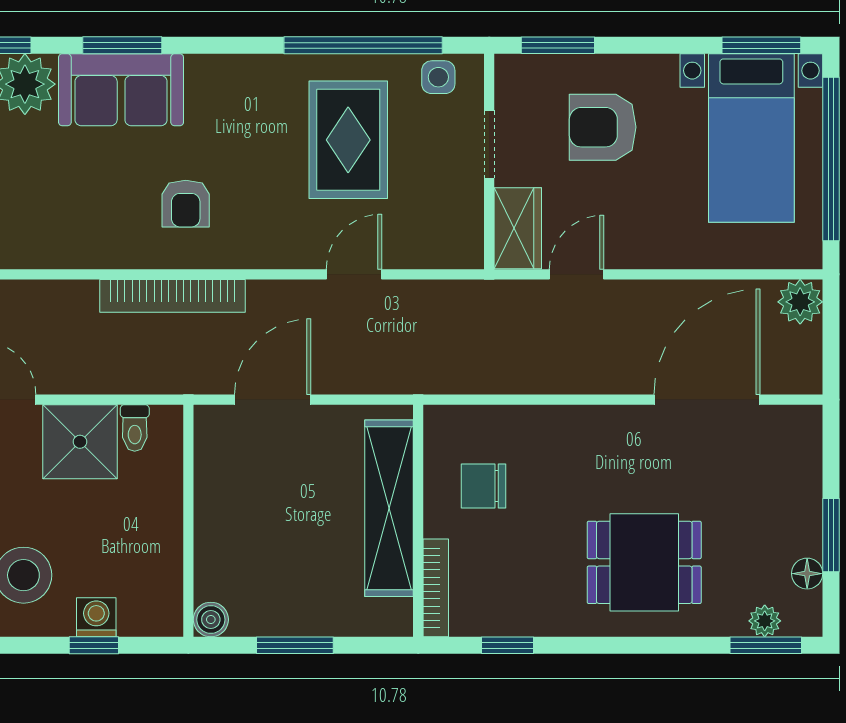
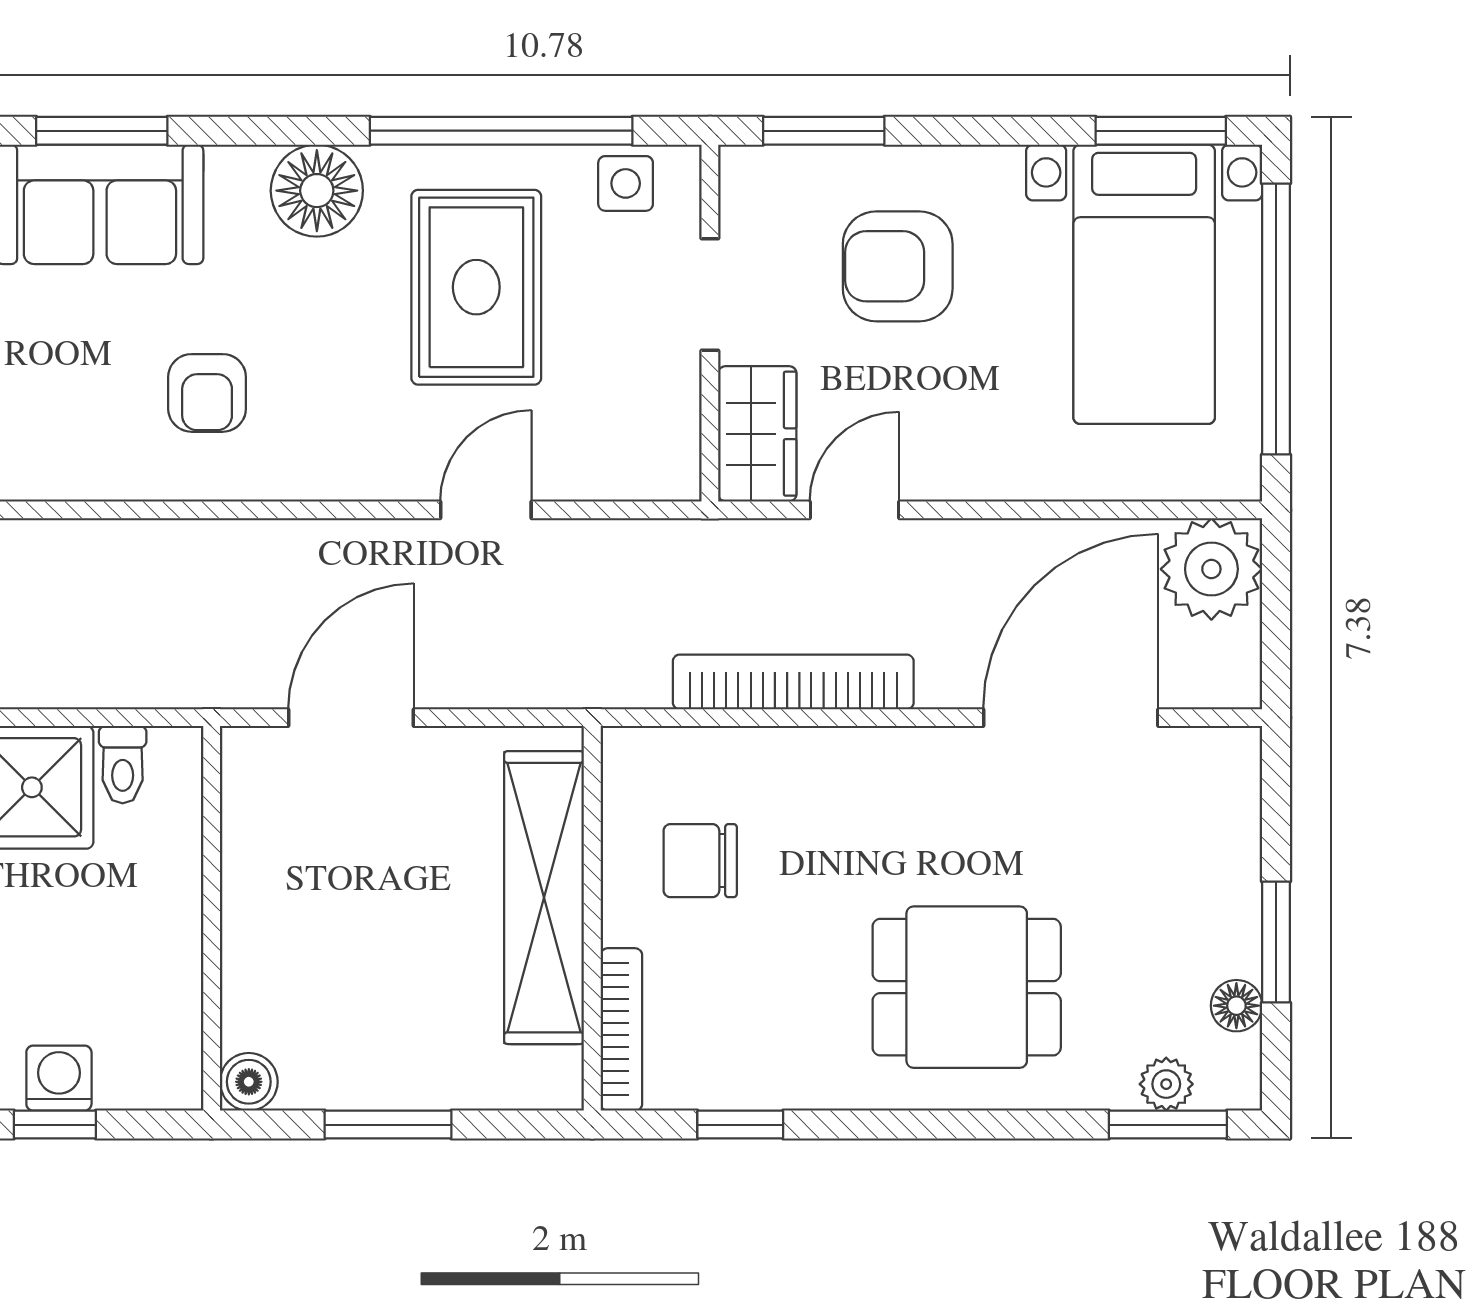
floor lamp: (252, 82) -> (317, 191), added
bookcase: (172, 296) -> (793, 682), moved, turned 180
plant: (800, 302) -> (1211, 569), width x1.36, depth x1.36

